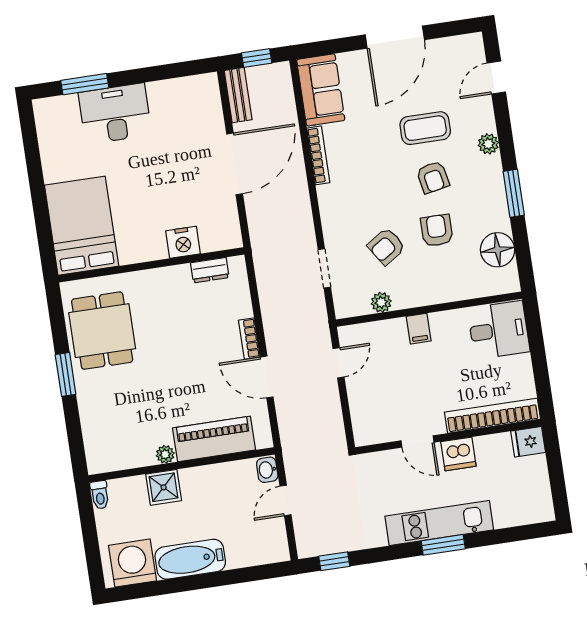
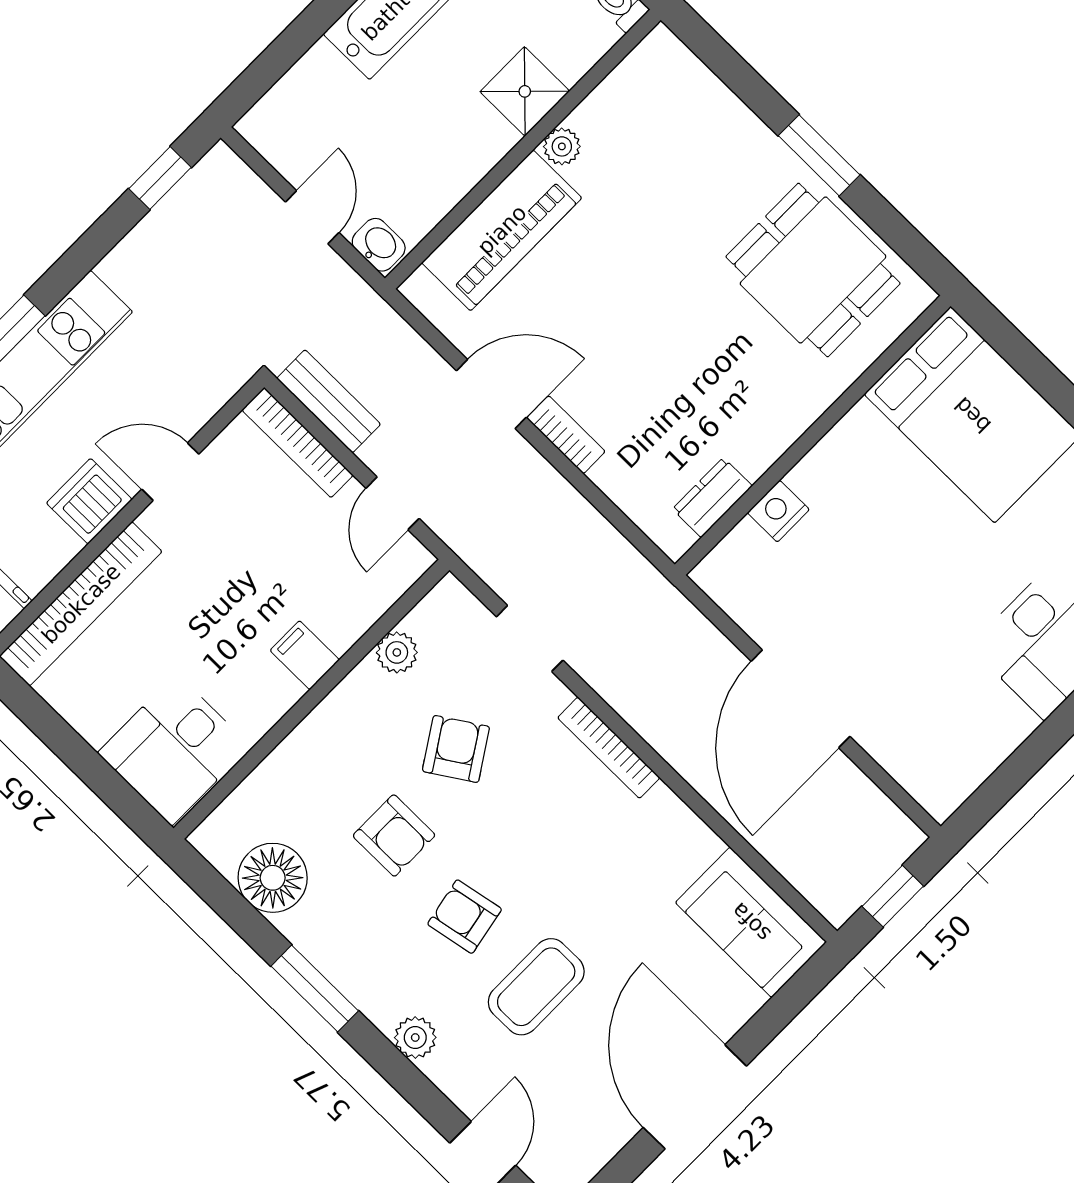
bench: (238, 95) -> (329, 401), moved
bookcase: (318, 155) -> (609, 748), moved
nightstand: (183, 242) -> (778, 511), width x0.74, depth x0.75
bookcase: (358, 415) -> (298, 443), added

